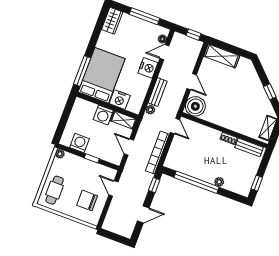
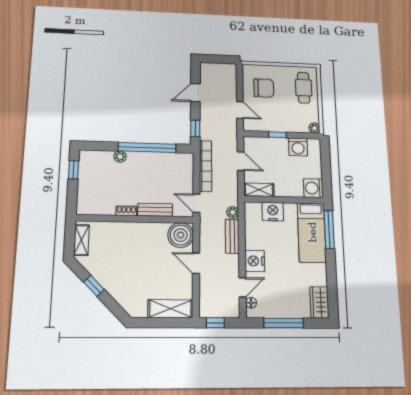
bed: (102, 75) -> (312, 232), width x0.67
washing machine: (103, 115) -> (313, 188), moved, turned -90
bench: (249, 147) -> (155, 210), moved

